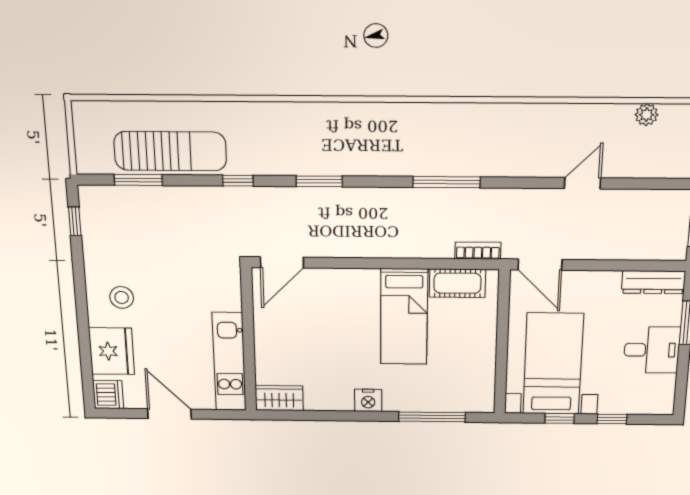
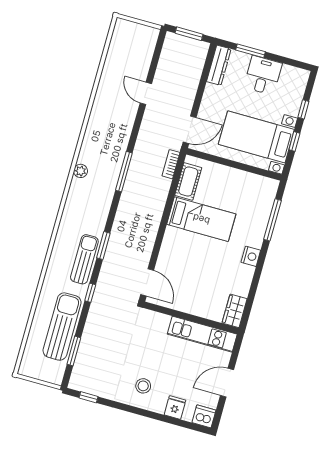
plant: (647, 115) -> (81, 171), moved
sun lounger: (288, 158) -> (84, 259), added
fridge: (112, 351) -> (175, 407), width x0.53, depth x0.75

